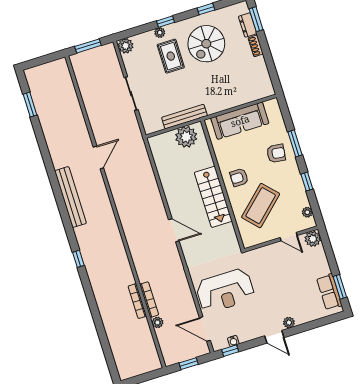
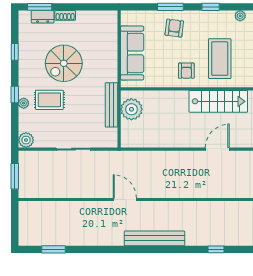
spiral stairs: (206, 44) -> (64, 63), moved, turned 90
stairs: (213, 197) -> (218, 101), moved
coffee table: (261, 206) -> (220, 59), turned 43

